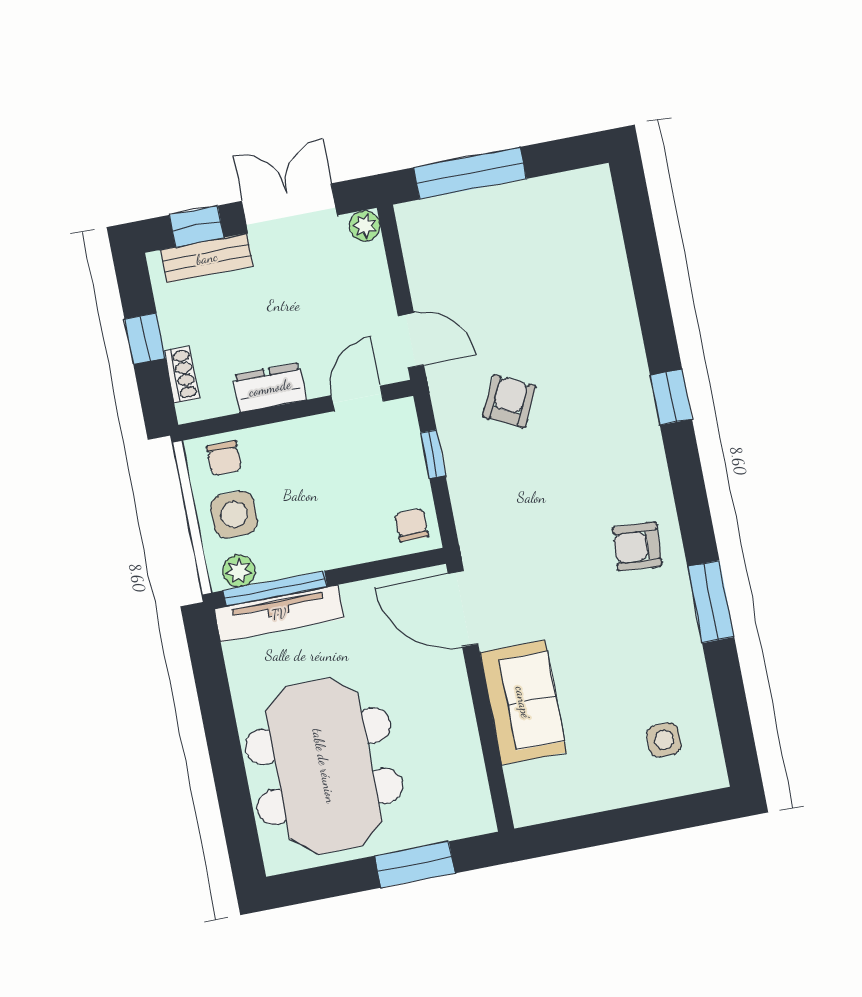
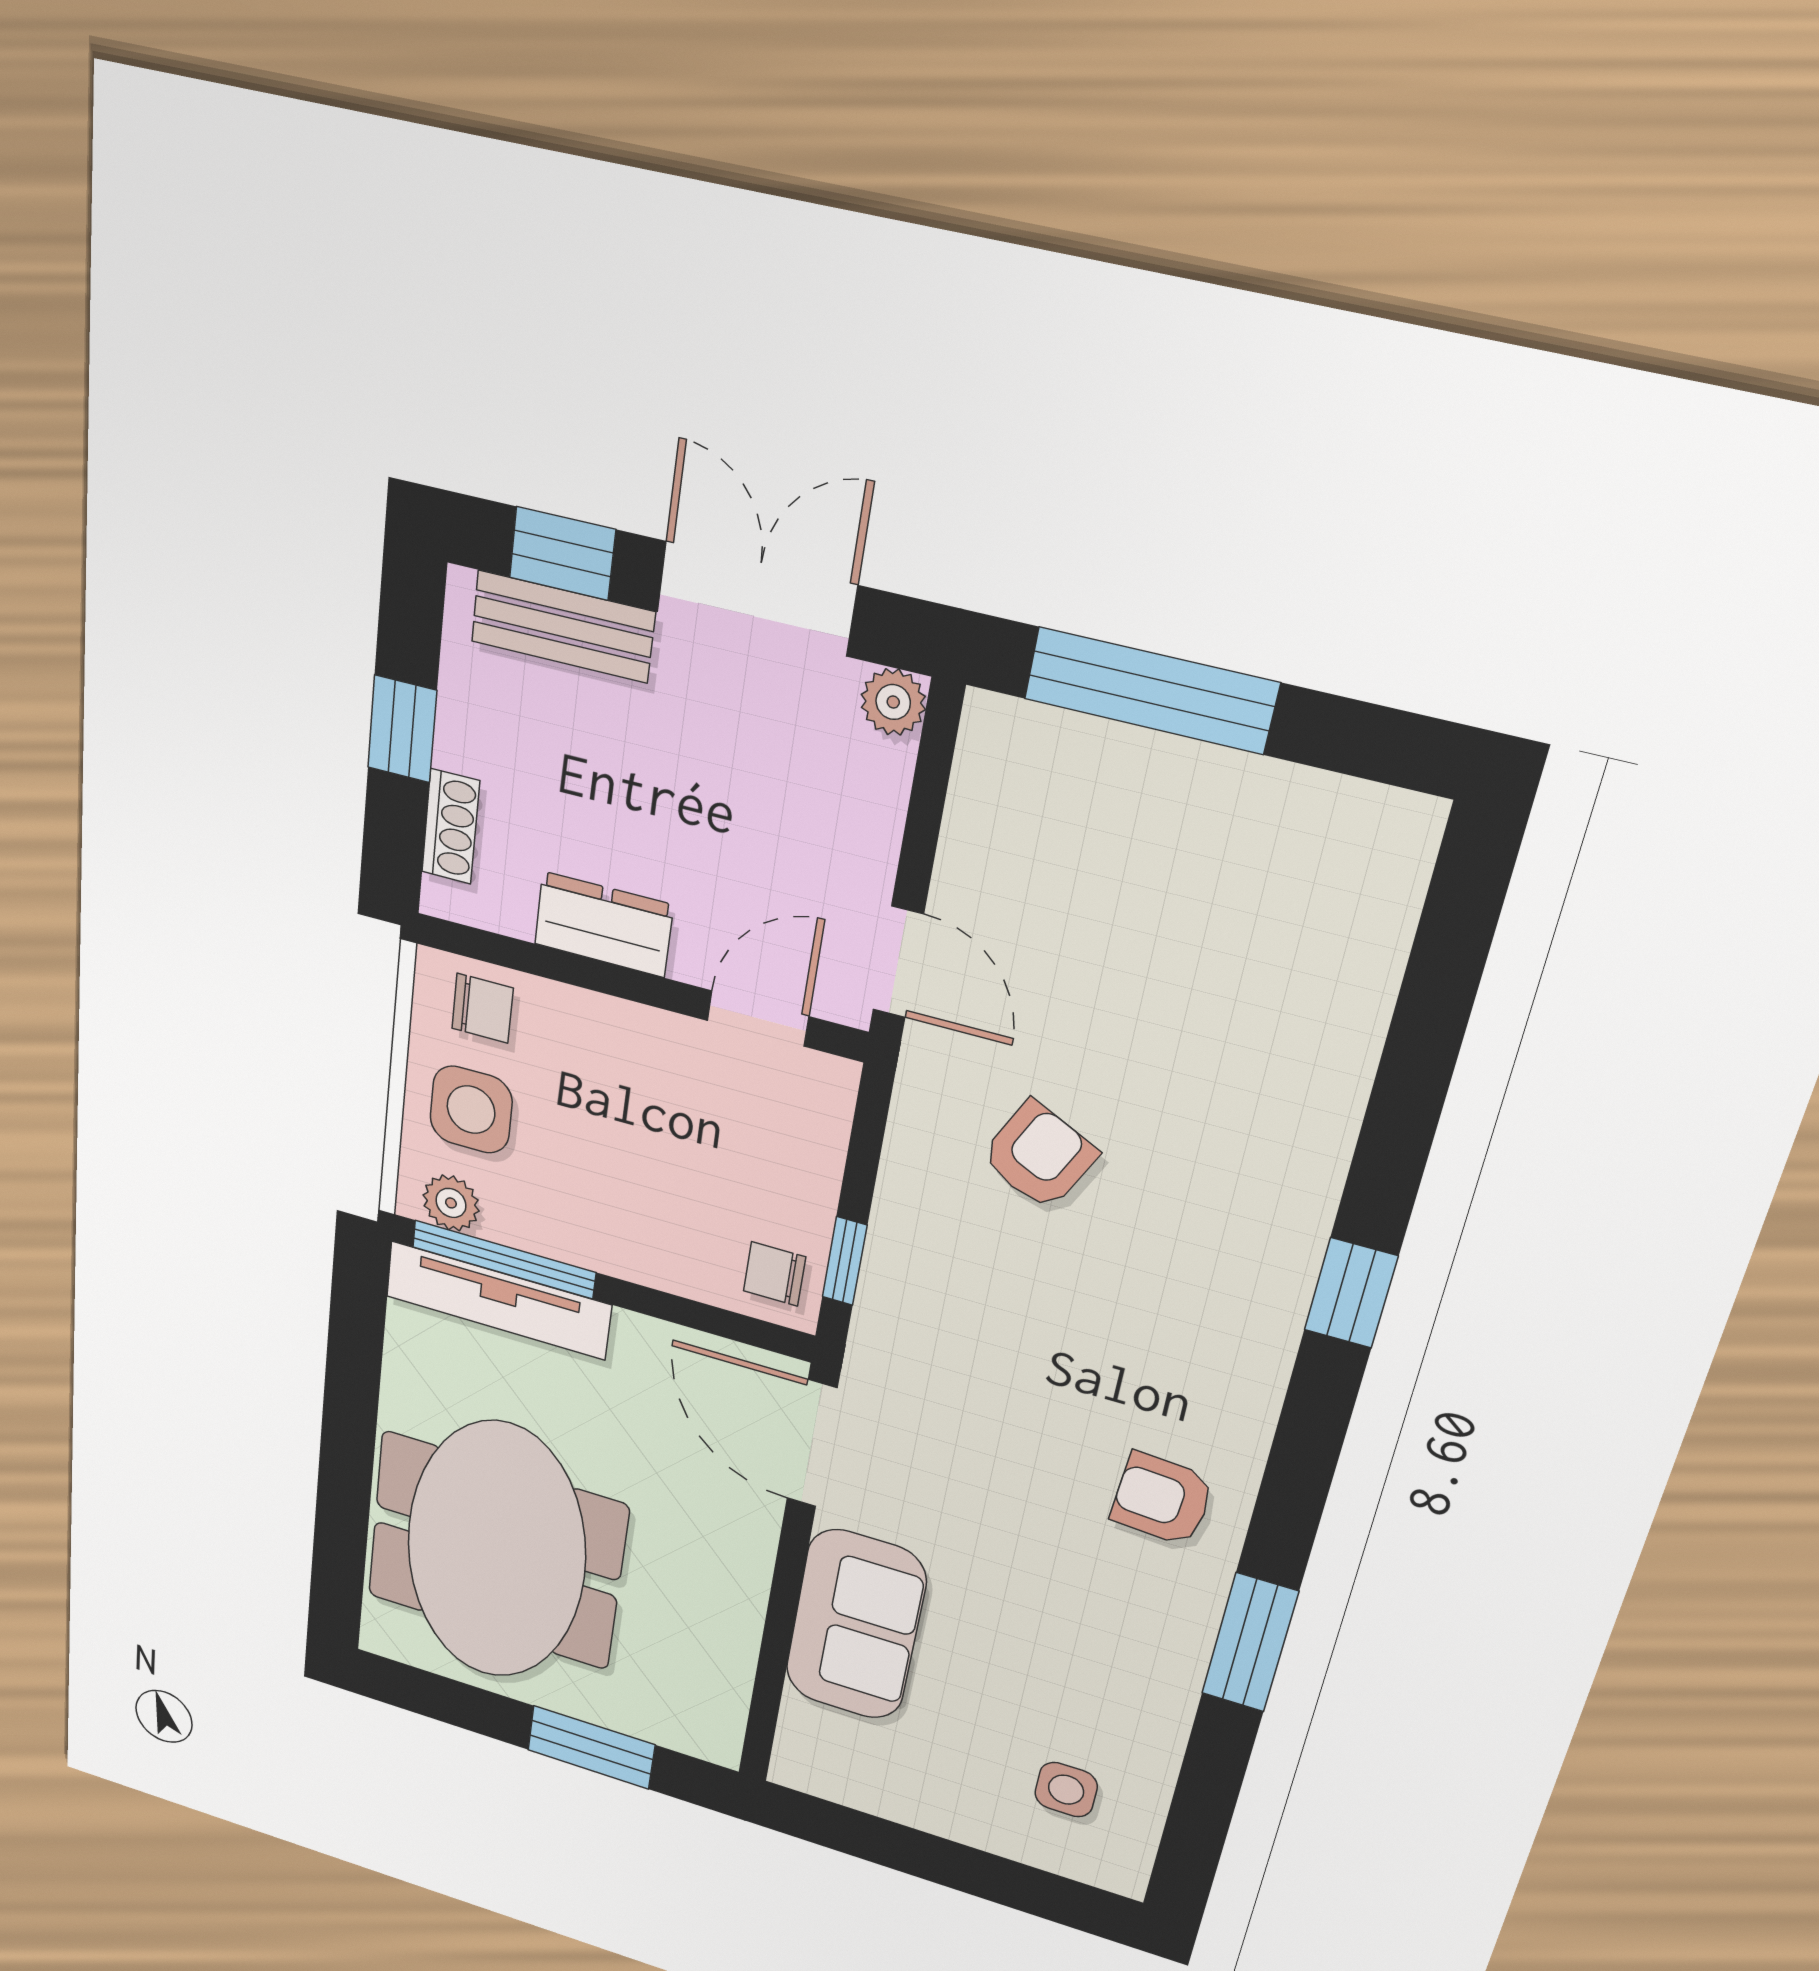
window: (433, 454) -> (845, 1261), moved
chair: (224, 458) -> (483, 1008), turned -90
chair: (411, 525) -> (775, 1274), turned -90

